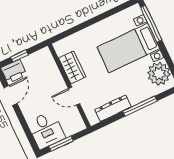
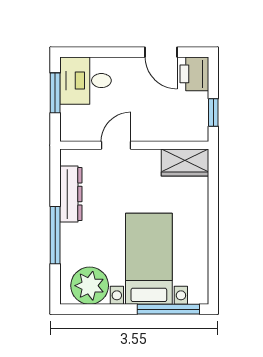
window: (19, 56) -> (213, 113), moved
wardrobe: (72, 67) -> (185, 162), moved

